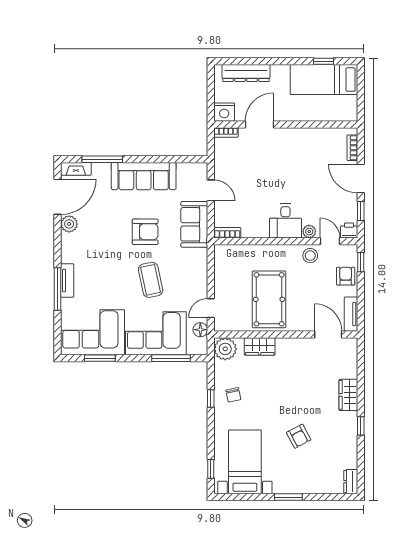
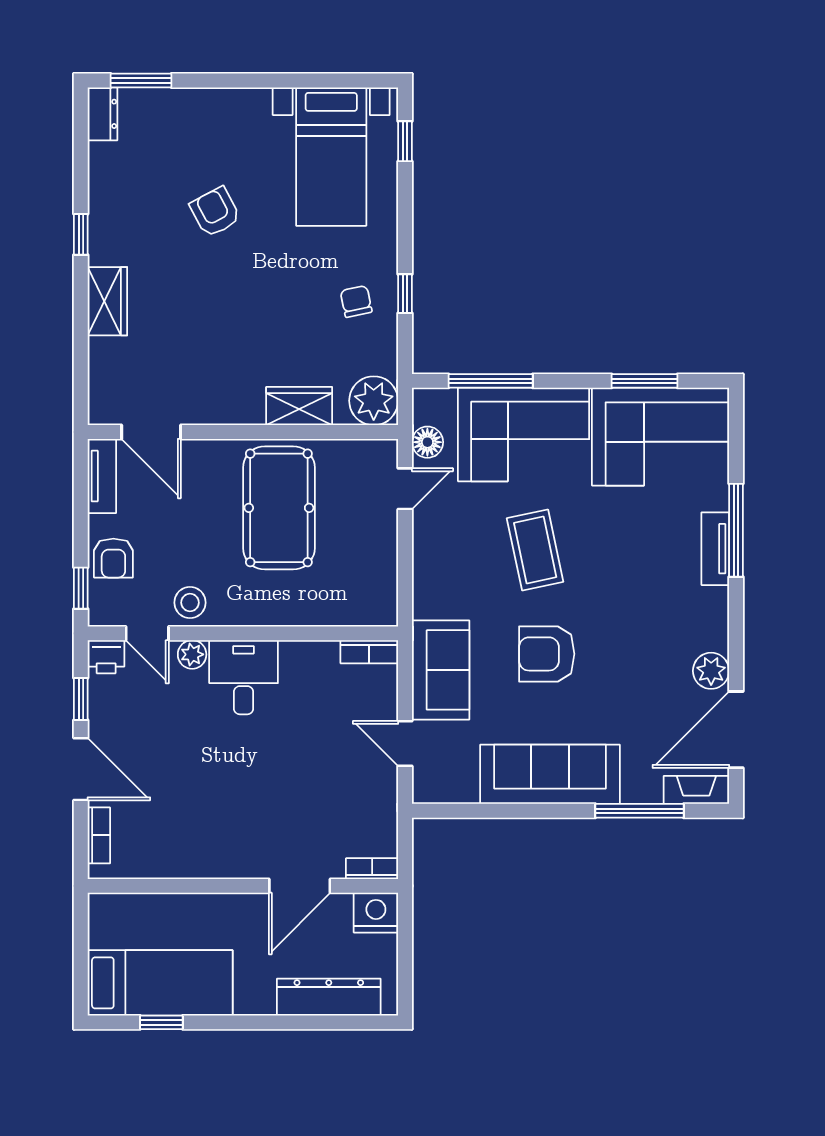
window: (288, 497) -> (141, 81), moved

